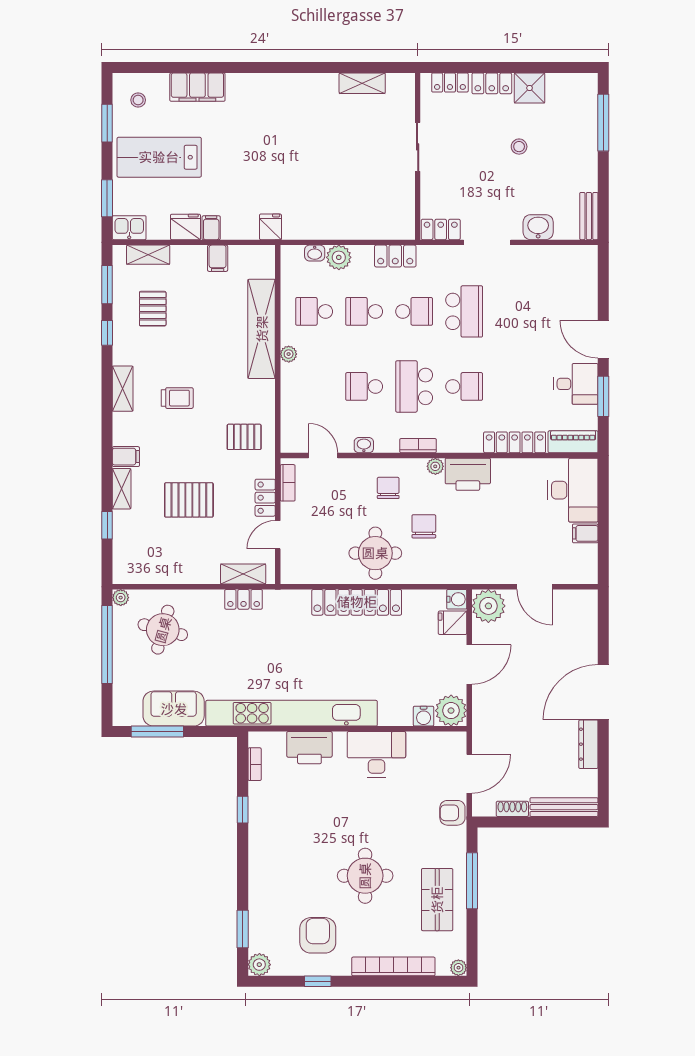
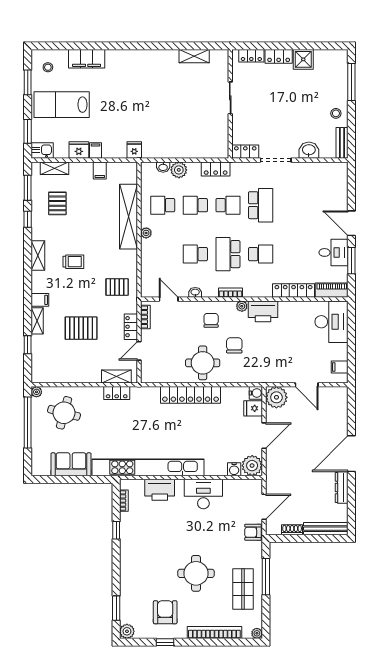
stool: (519, 147) -> (336, 113), moved
filing cabinet: (585, 533) -> (340, 367), moved
window: (157, 732) -> (60, 479), removed

